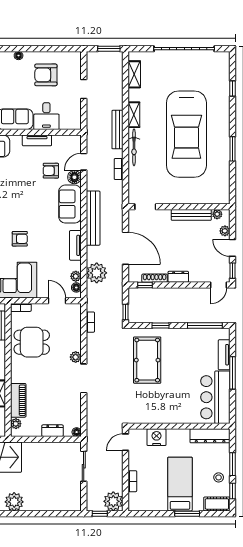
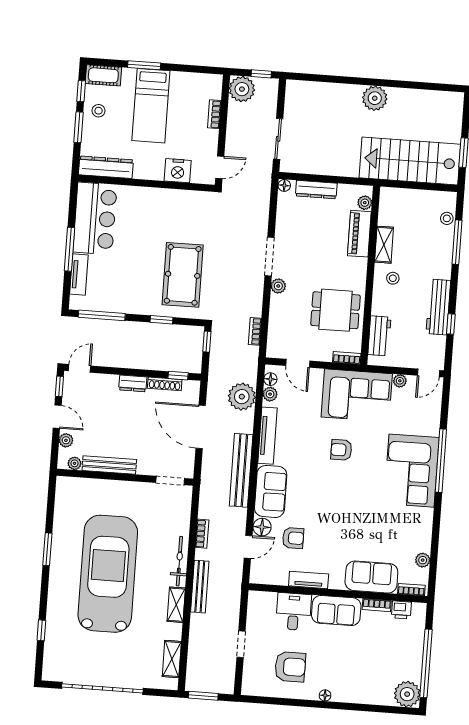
tv unit: (75, 245) -> (267, 436), width x1.41
dresser: (53, 431) -> (316, 190), width x1.44

